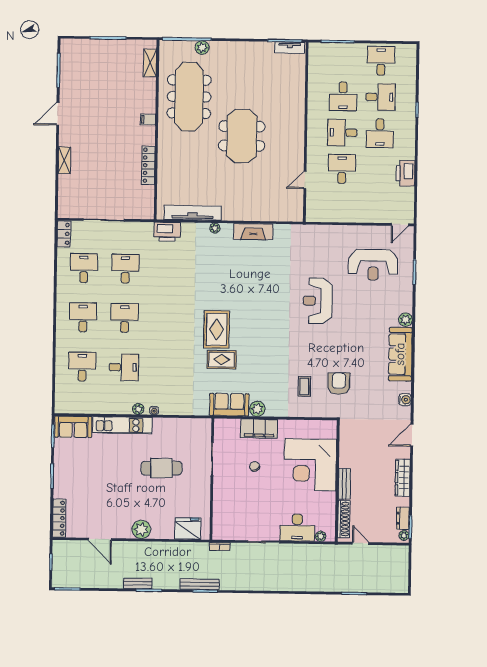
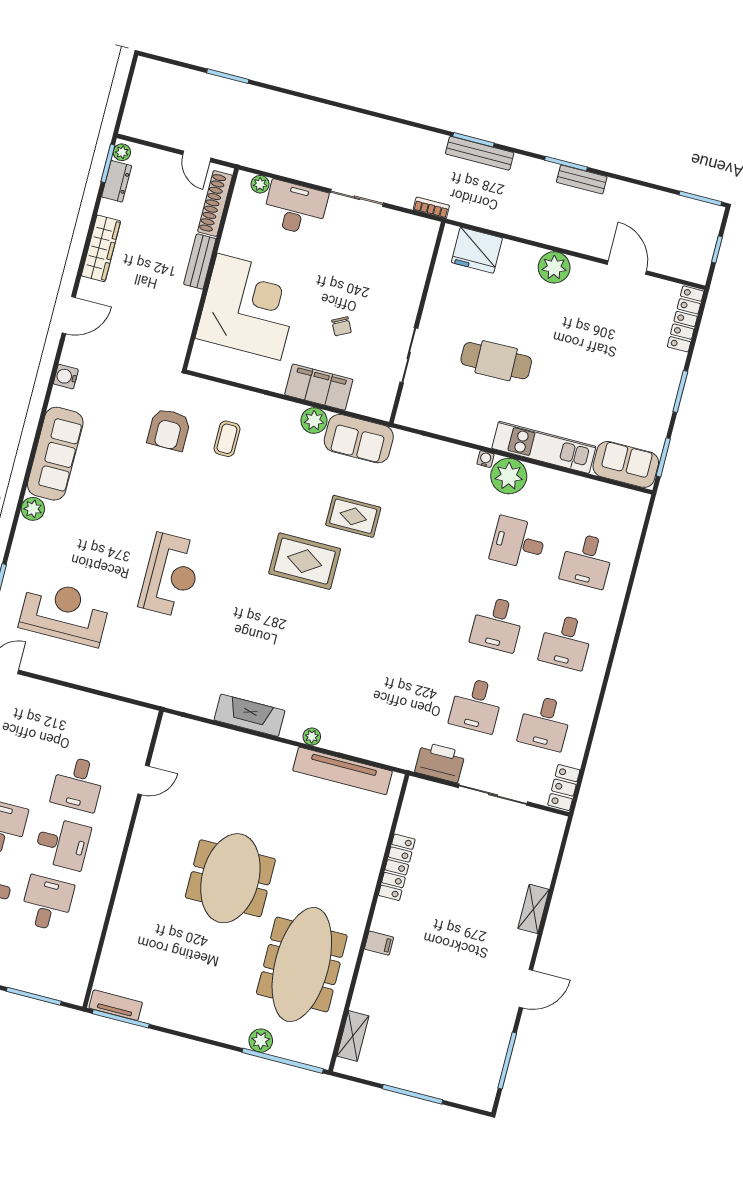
printer: (167, 232) -> (440, 762), moved
rug: (217, 329) -> (305, 561), moved, turned 90
plant: (138, 409) -> (509, 476), width x1.88, depth x1.88

